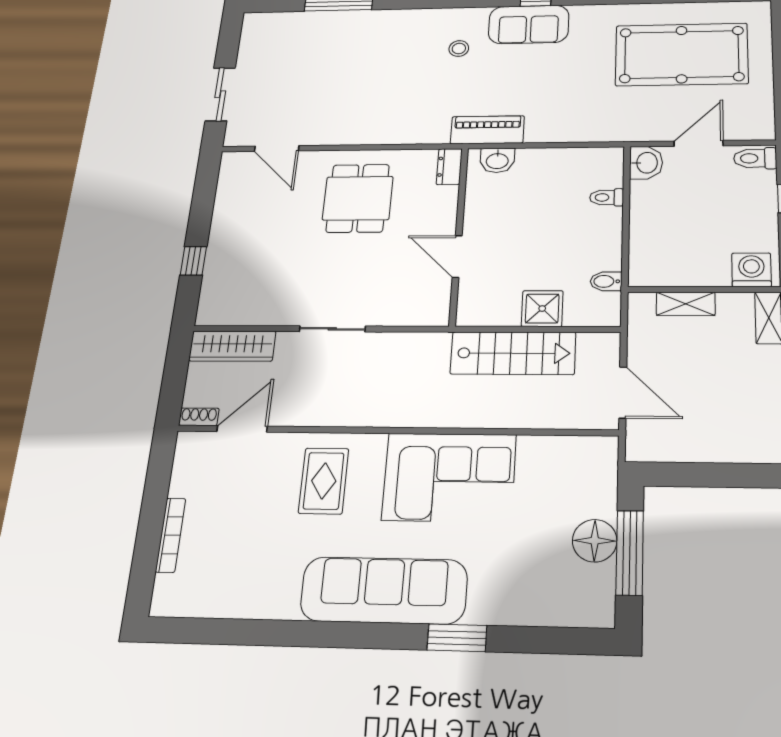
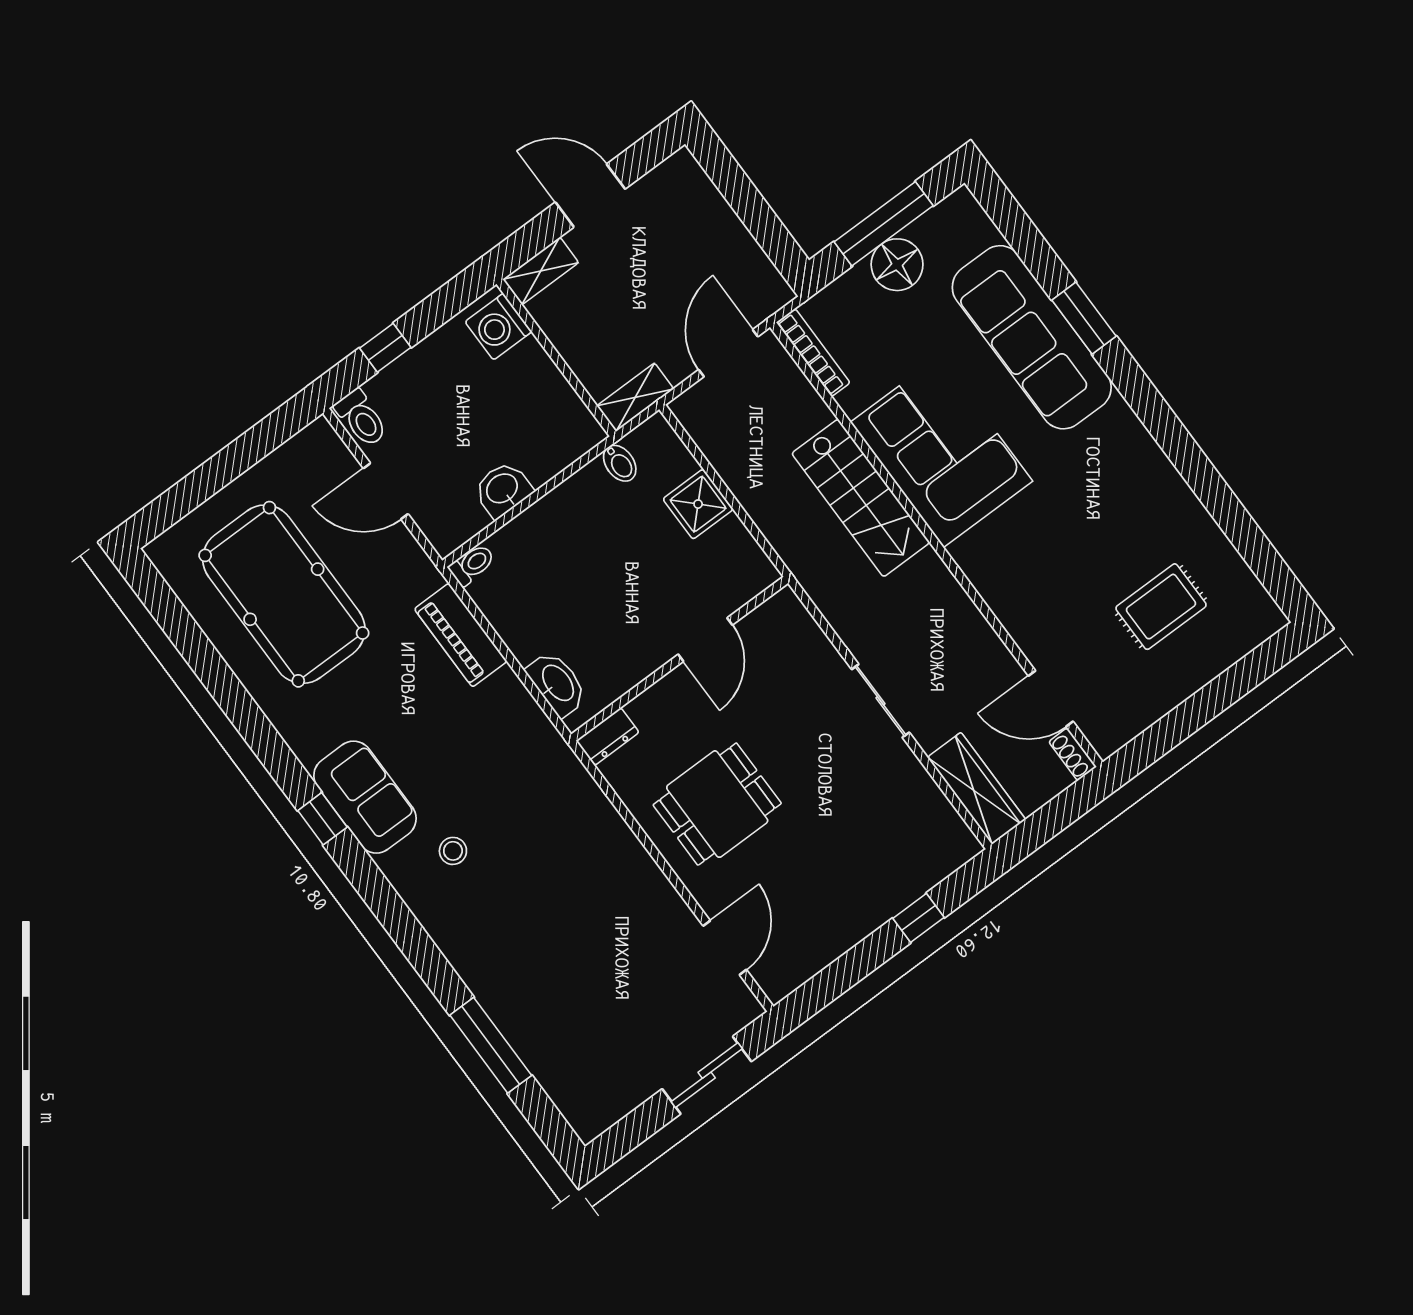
piano: (487, 130) -> (461, 635), moved
washbasin: (497, 160) -> (557, 684), width x1.38
washbasin: (646, 163) -> (503, 489), moved
toilet: (607, 197) -> (472, 565), moved, turned -90
shelving: (686, 304) -> (635, 397), moved, turned 90
stairs: (513, 353) -> (861, 498), moved, turned 180
rug: (324, 481) -> (1161, 607), moved
bookcase: (171, 535) -> (813, 353), moved, turned 90
sofa: (384, 590) -> (1032, 337), moved

